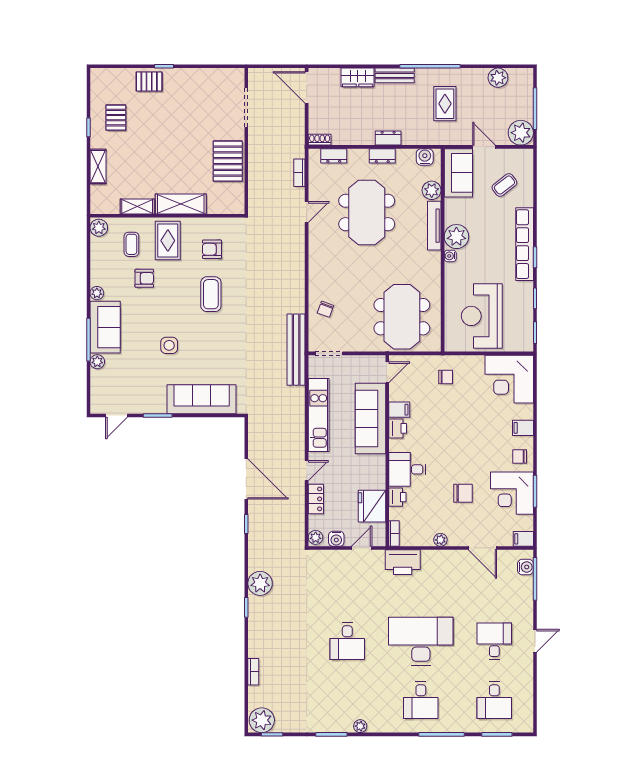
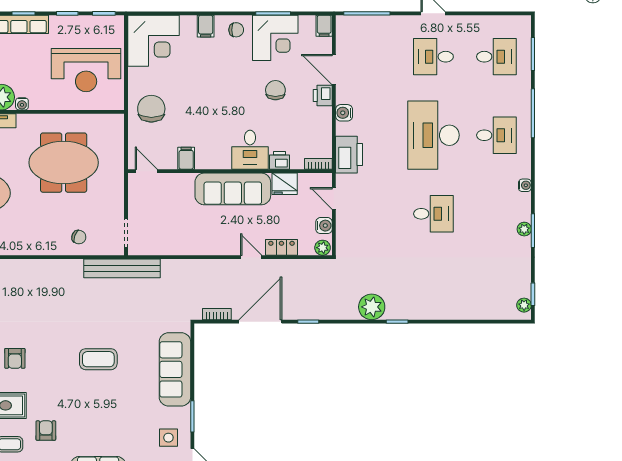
coffee table: (211, 294) -> (98, 359), moved
meeting table: (402, 317) -> (64, 163), moved
side table: (169, 345) -> (168, 438), moved
chair: (446, 377) -> (151, 109), width x1.87, depth x1.87
kitchen unit: (319, 415) -> (192, 244), removed
sofa: (371, 419) -> (233, 189), moved
printer: (398, 428) -> (323, 95), moved, turned -90
chair: (520, 456) -> (236, 30), turned -90
fridge: (372, 506) -> (285, 184), width x0.73, depth x0.75
plant: (440, 540) -> (325, 114), removed
door: (482, 548) -> (334, 70), swing flipped
water cooler: (525, 567) -> (344, 113), moved, turned -90
bookcase: (253, 672) -> (217, 314), moved
plant: (262, 720) -> (524, 305), width x0.53, depth x0.53
plant: (360, 726) -> (524, 229), moved
water cooler: (374, 727) -> (525, 185), added

